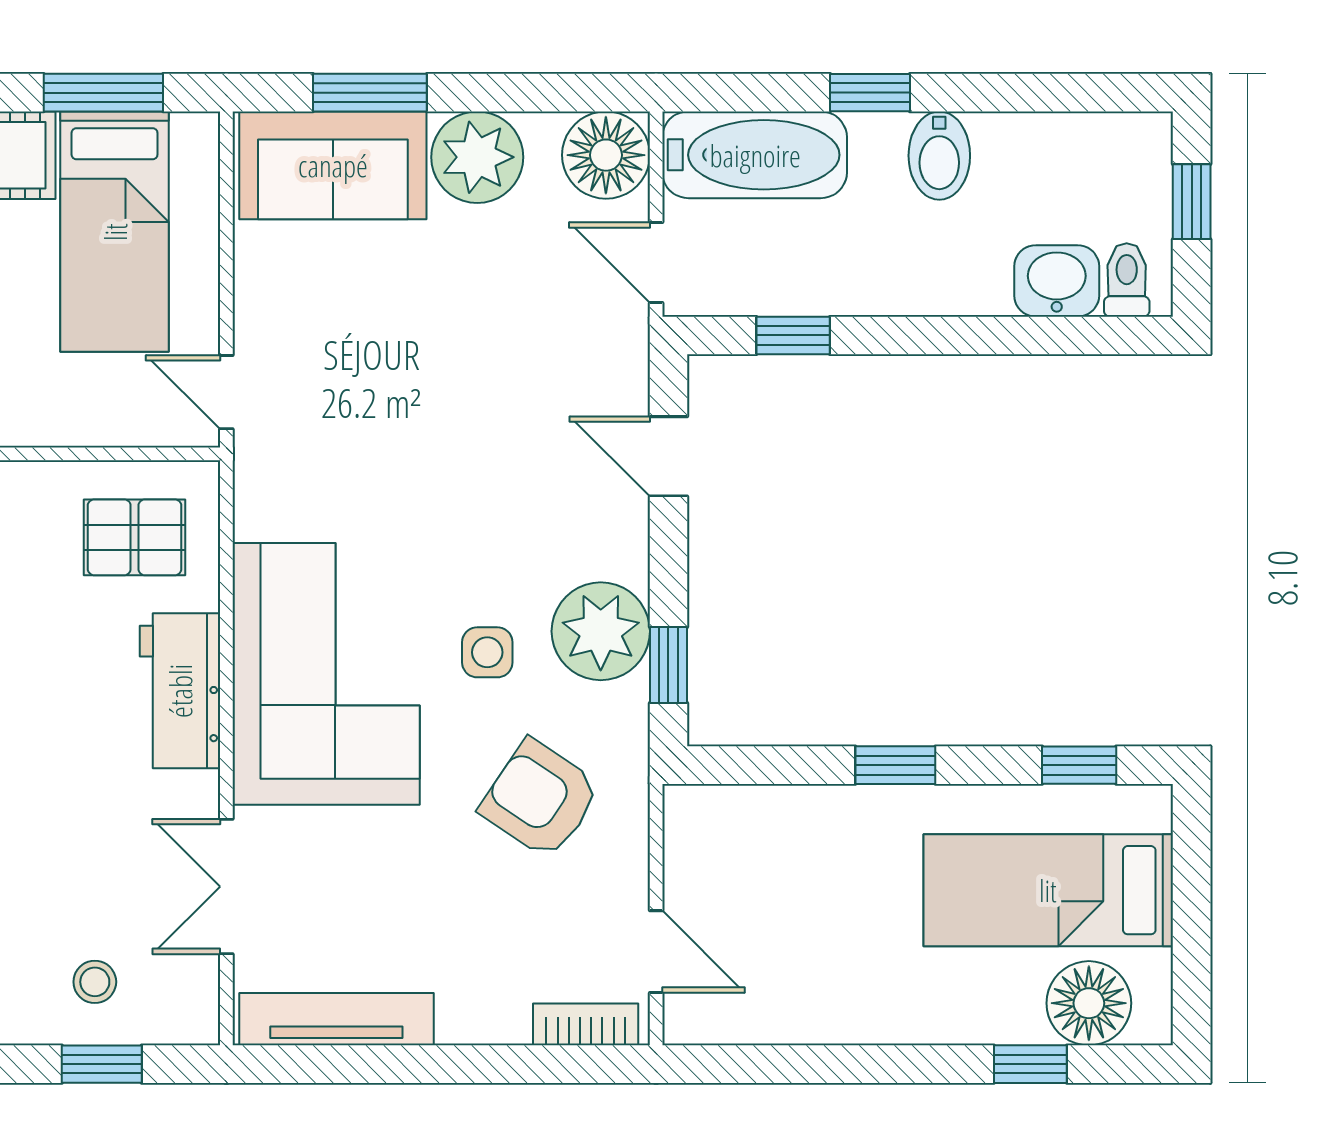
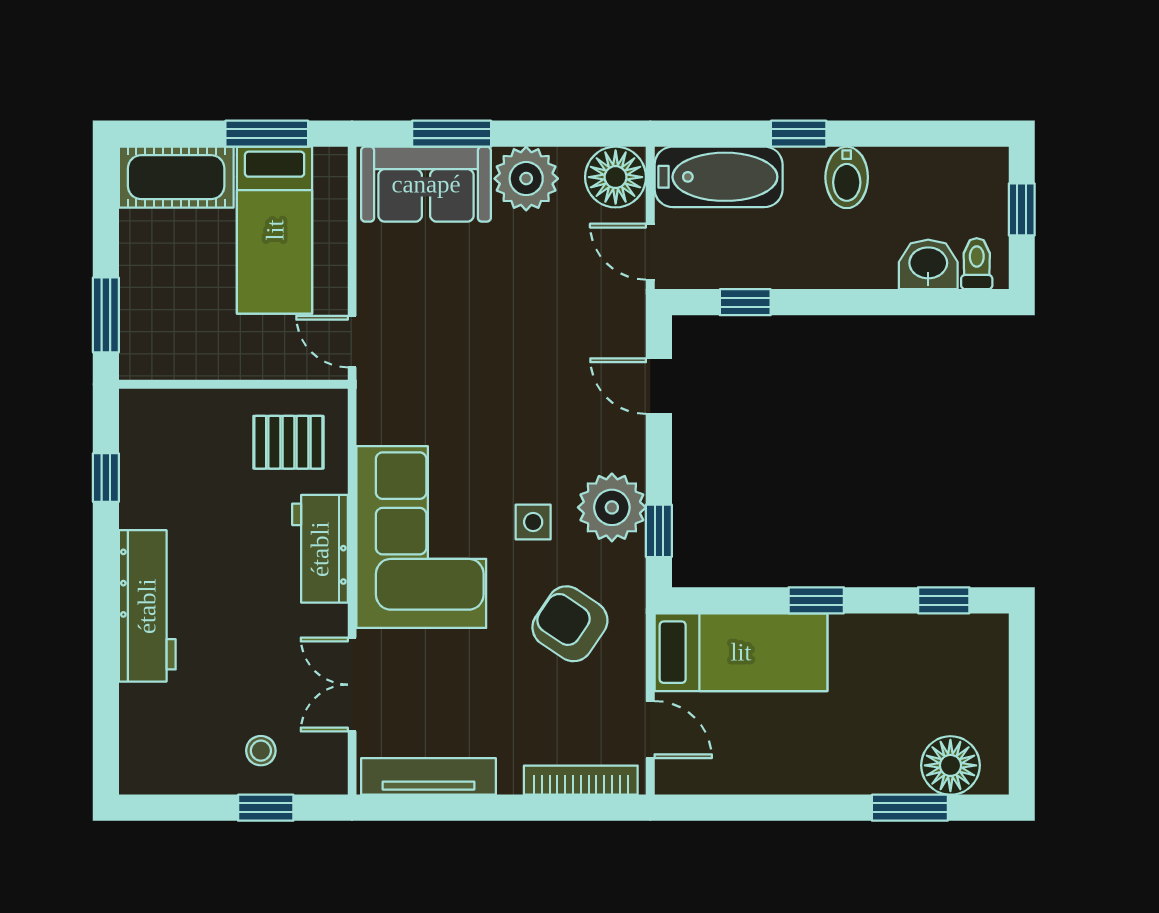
bed: (1048, 890) -> (741, 652), moved, turned 180
bookcase: (586, 1024) -> (581, 780), width x1.56
window: (1030, 1064) -> (910, 808), width x1.50

